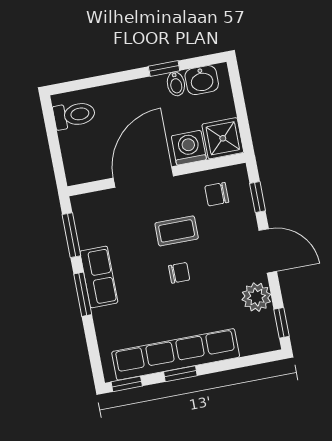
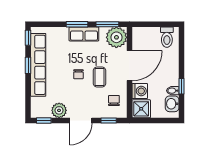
door: (143, 177) -> (129, 66), hinge flipped
plant: (93, 213) -> (116, 37), added

